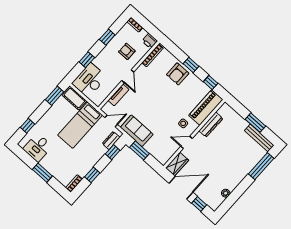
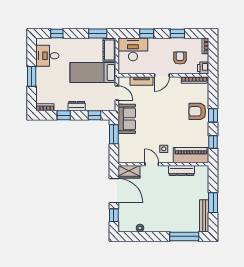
dresser: (111, 140) -> (77, 106), moved

